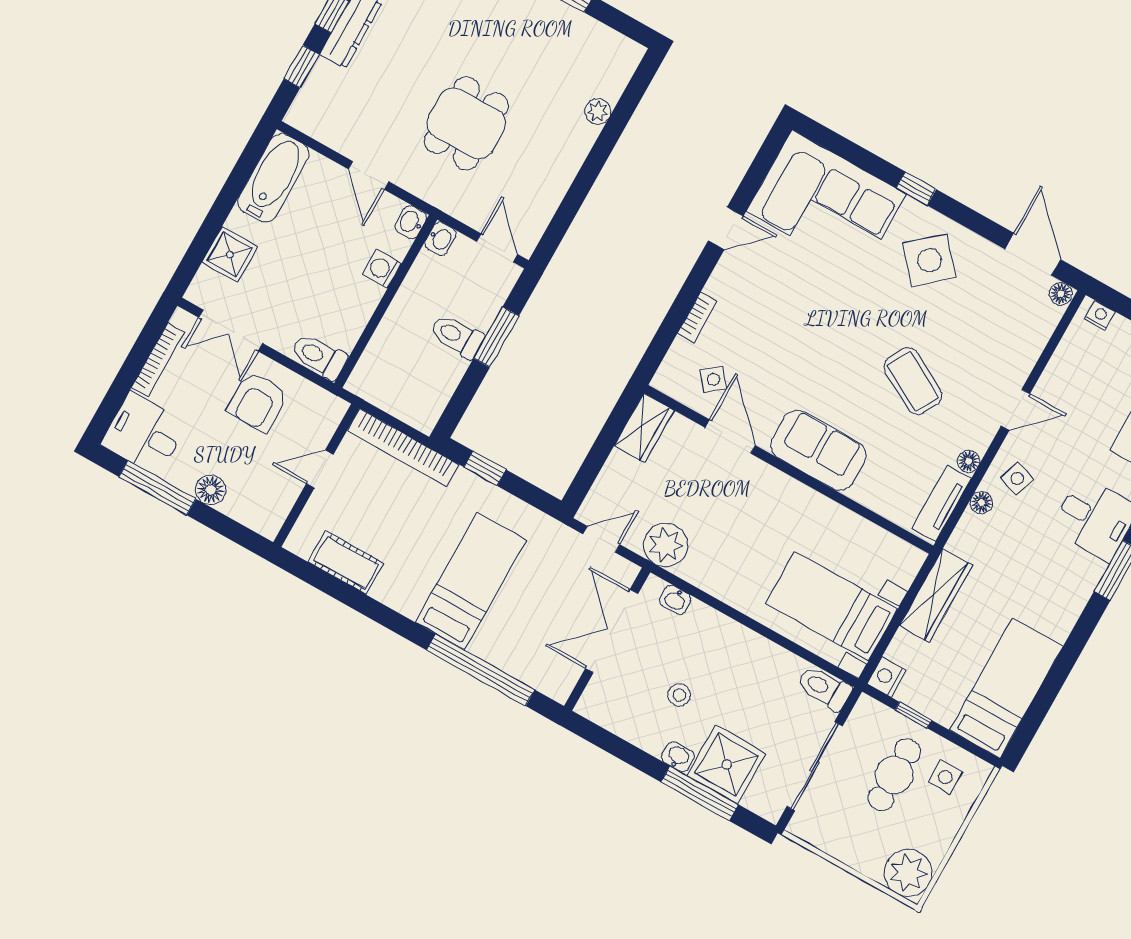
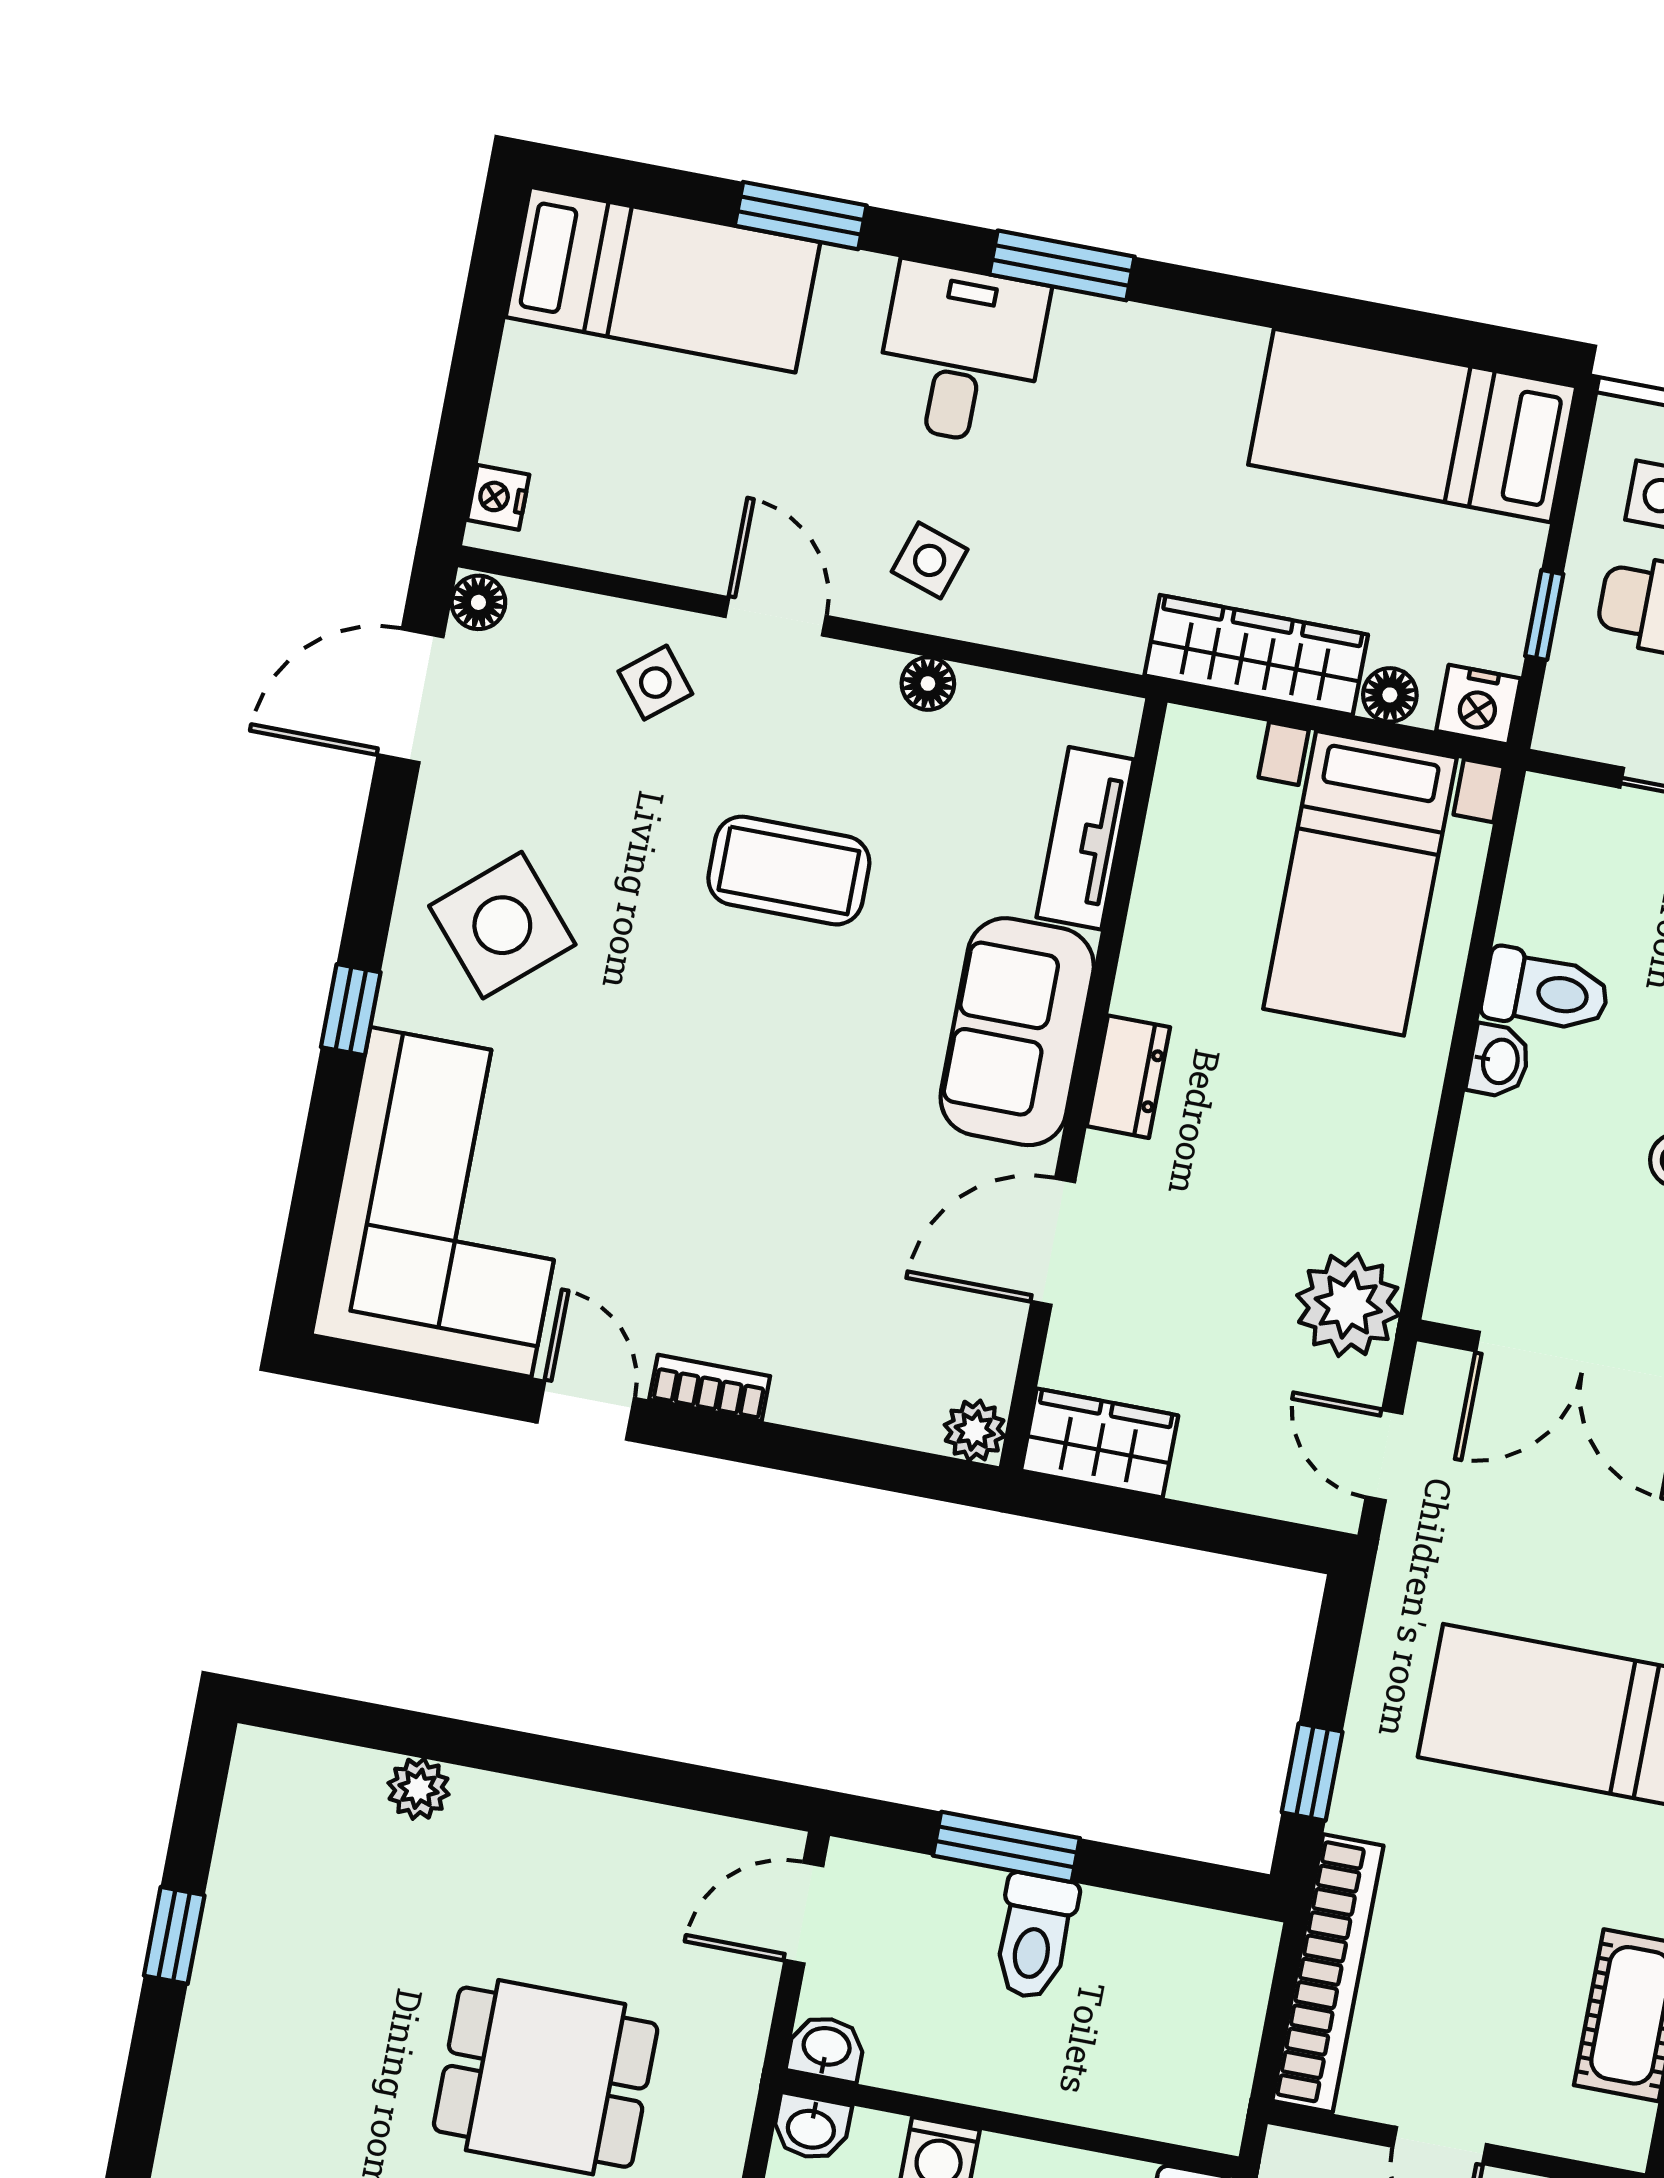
bookcase: (697, 317) -> (710, 1388), moved
side table: (713, 379) -> (655, 683), moved
plant: (666, 380) -> (975, 1431), added
coffee table: (913, 381) -> (789, 871), turned 61
dresser: (786, 488) -> (1128, 1077), added
tv unit: (942, 503) -> (1085, 838), moved, turned 90
floor lamp: (981, 503) -> (1390, 695), moved
washbasin: (675, 600) -> (1499, 1061), moved
toilet: (824, 688) -> (1546, 991), moved, turned -90

